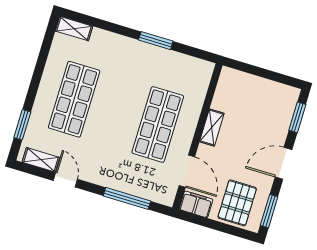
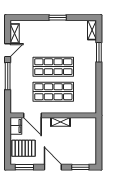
window: (156, 41) -> (99, 52), moved
shop shelf: (74, 99) -> (53, 67), moved
window: (22, 125) -> (58, 18), moved
door: (187, 171) -> (33, 115), hinge flipped
window: (127, 198) -> (8, 76), moved

